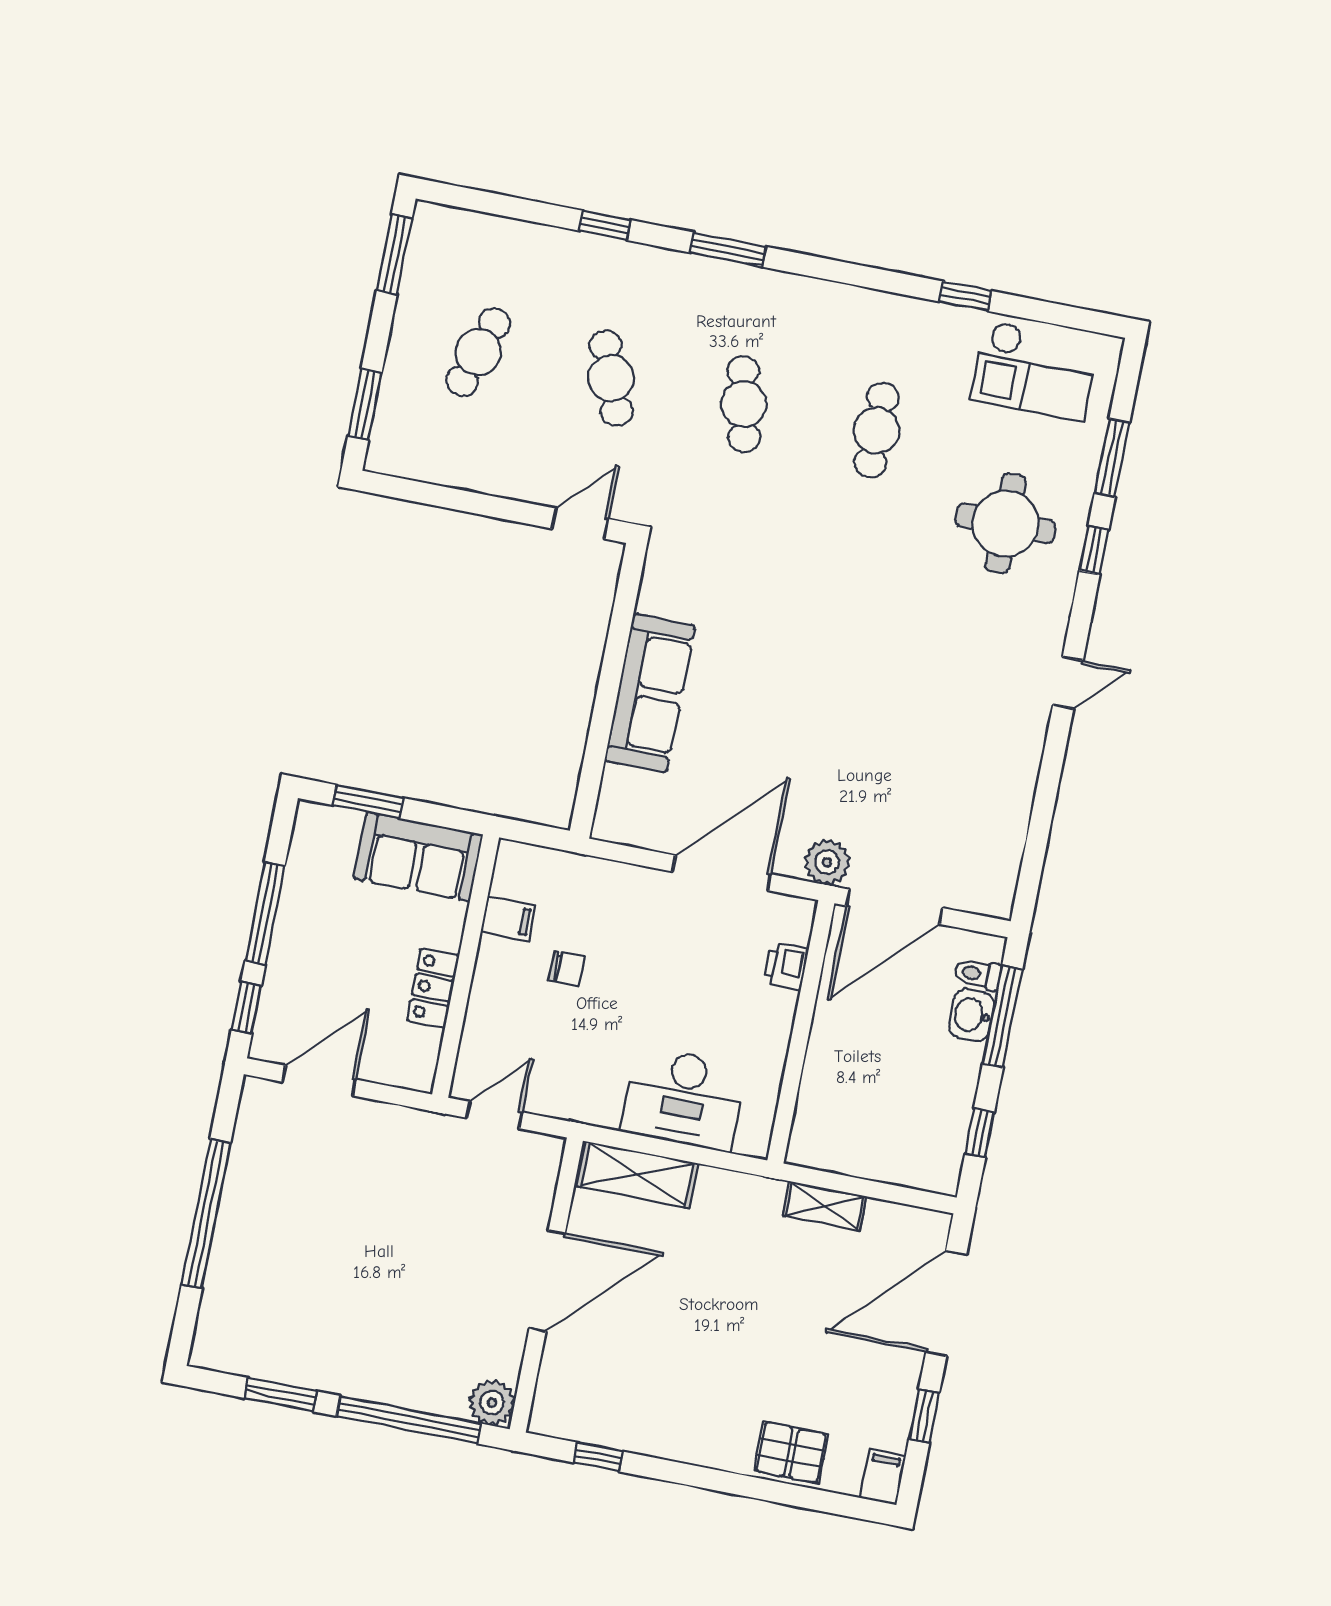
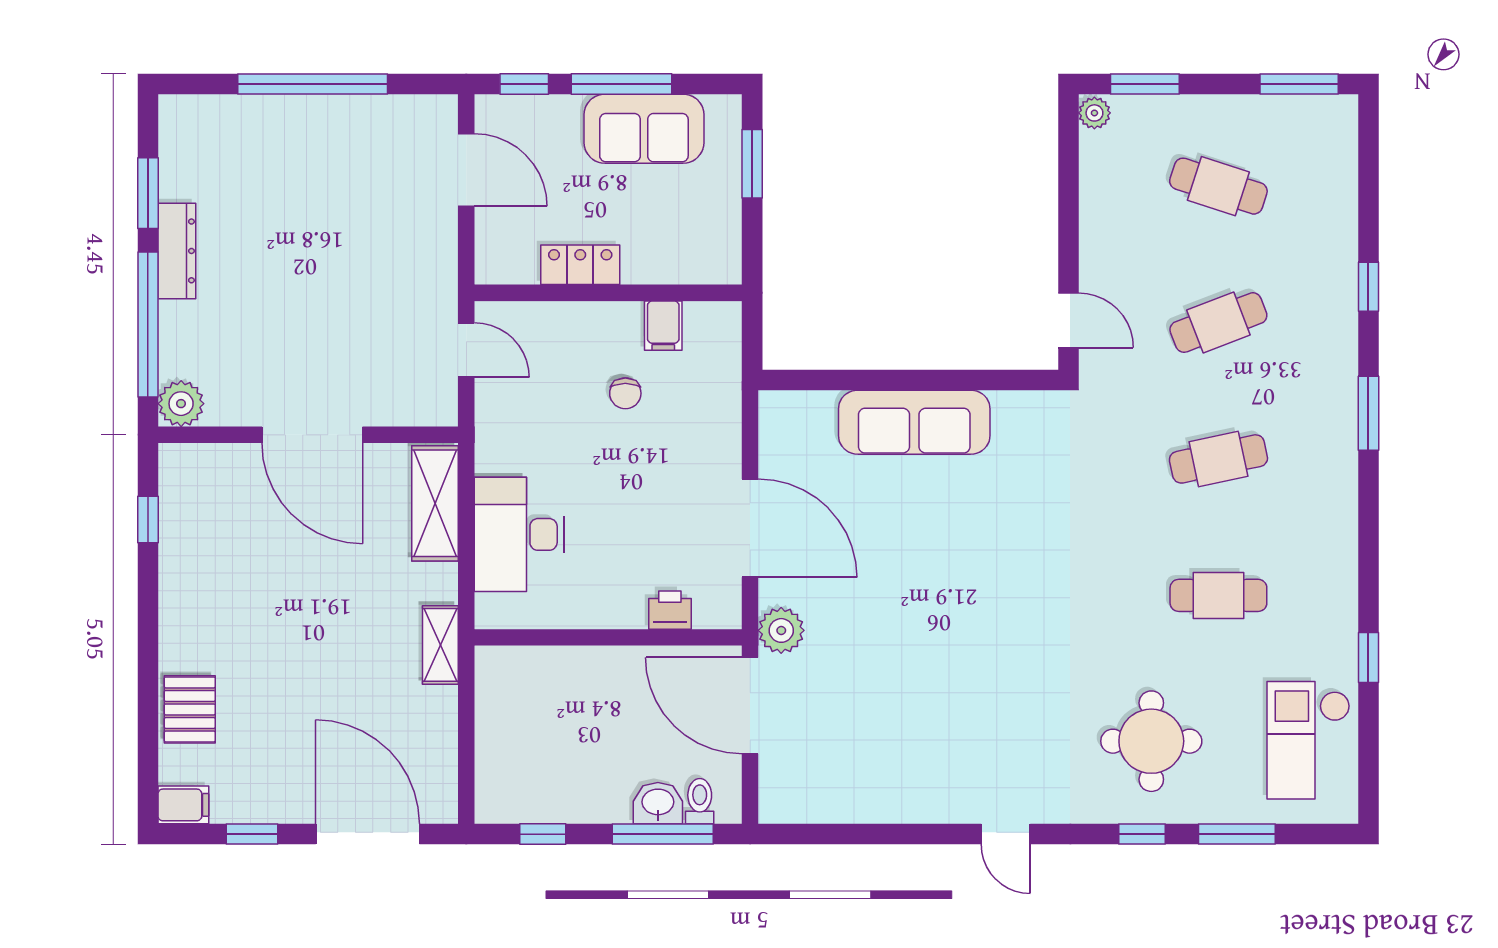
plant: (384, 459) -> (1094, 113), added
sofa: (418, 857) -> (644, 129), moved, turned -90
shelving: (825, 1206) -> (440, 645), moved
dresser: (343, 1378) -> (177, 251), added

